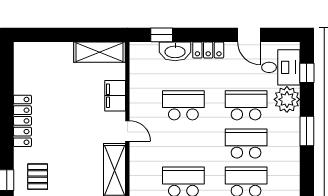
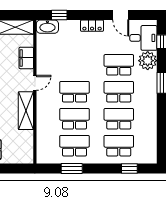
washbasin: (175, 51) -> (47, 27), moved
school desk: (183, 105) -> (75, 92), moved
door: (127, 131) -> (35, 83), hinge flipped

